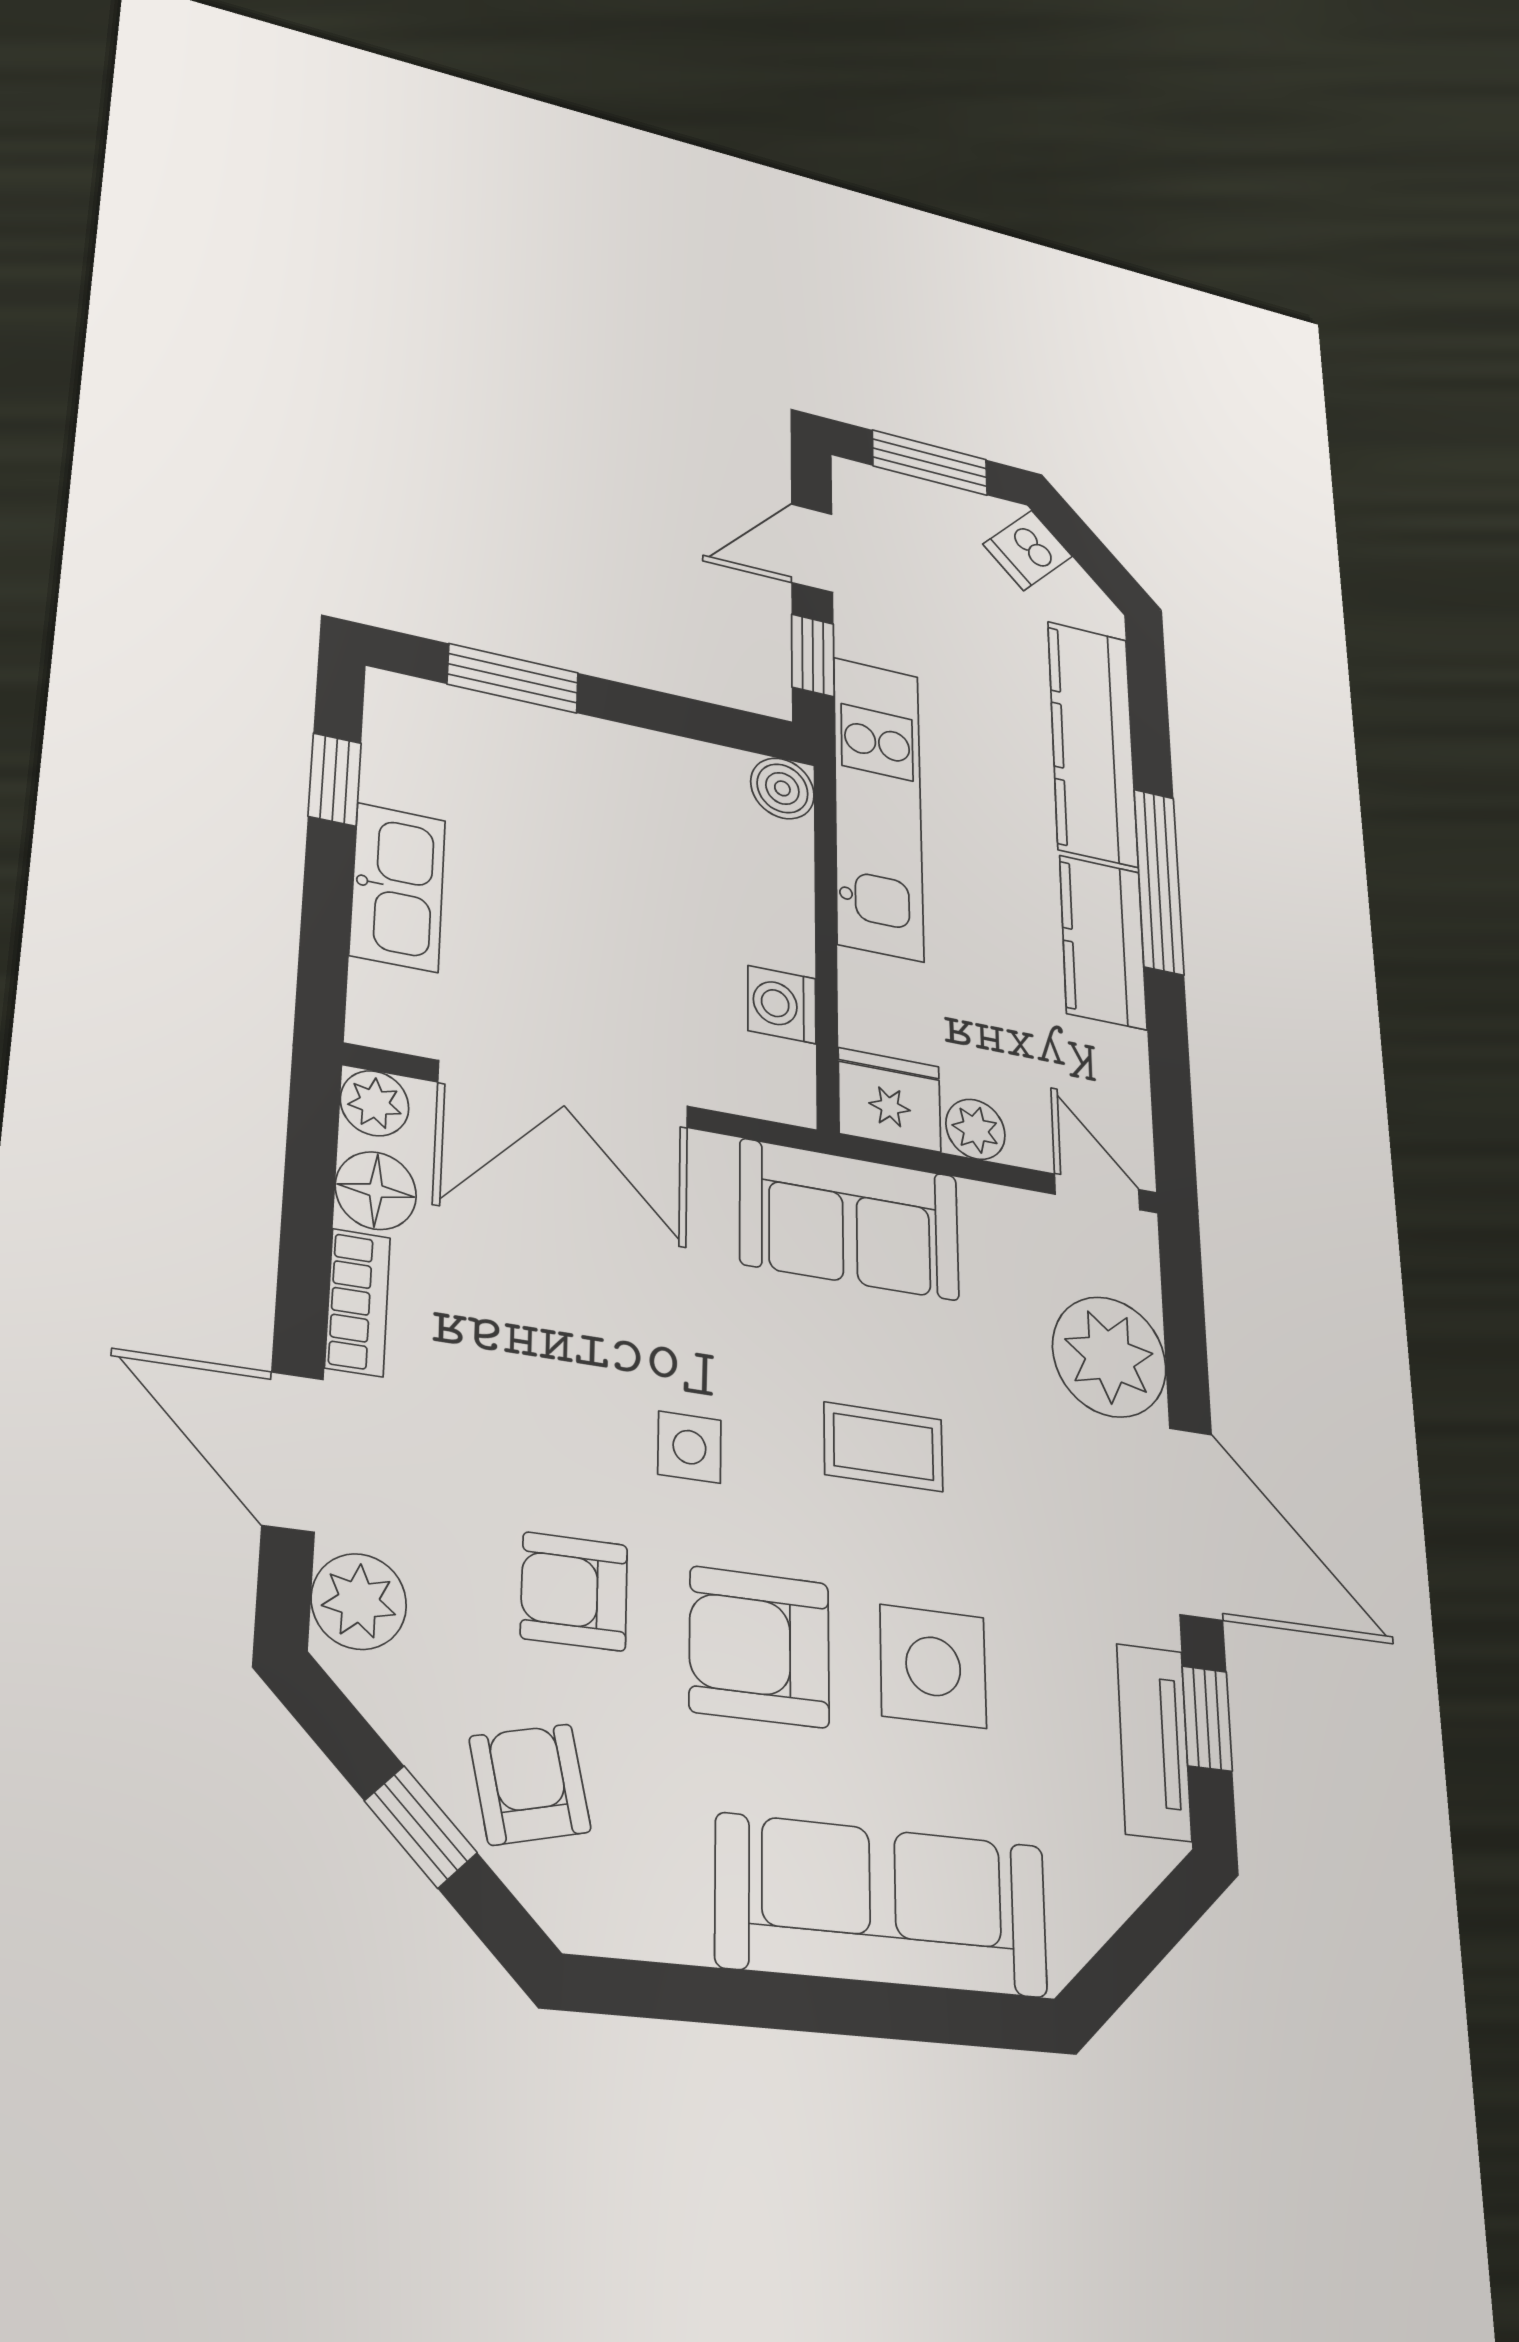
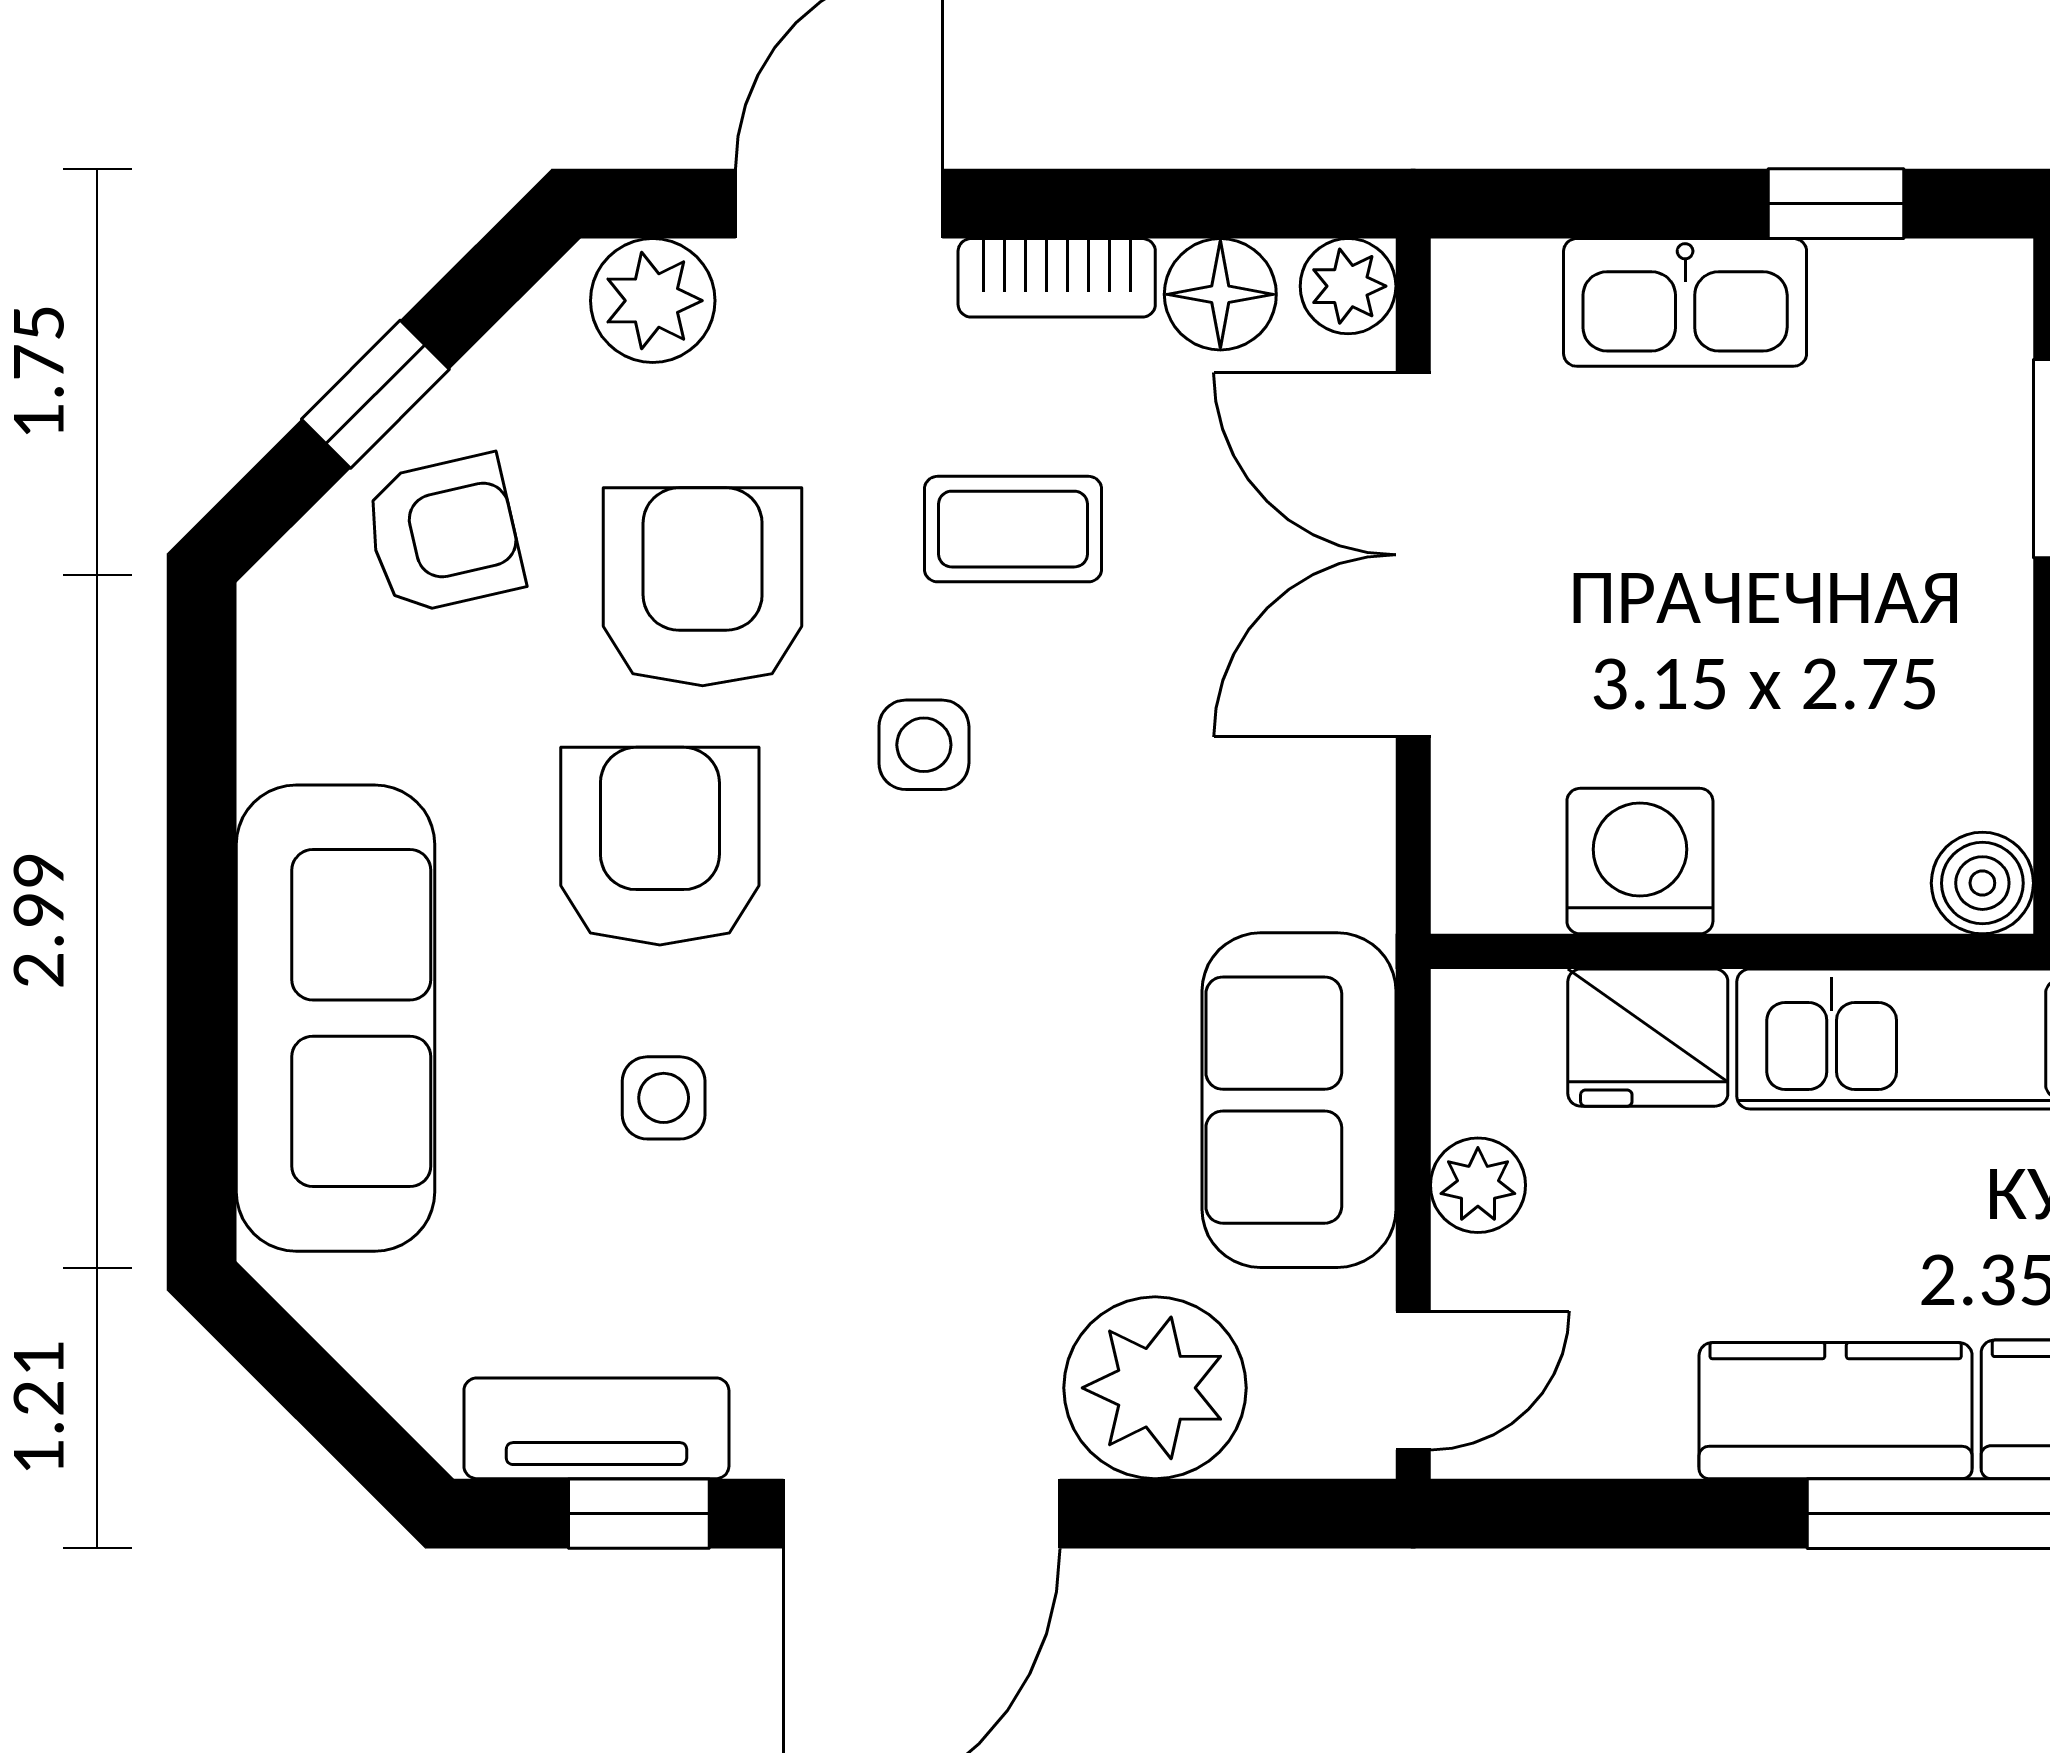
washing machine: (782, 1005) -> (1640, 861), width x1.38, depth x1.38
fridge: (889, 1100) -> (1648, 1038), moved, turned 90
sofa: (850, 1220) -> (1299, 1100), moved
coffee table: (884, 1447) -> (1013, 529), moved, turned 90
armchair: (574, 1591) -> (703, 587), width x1.38, depth x1.38
side table: (933, 1666) -> (664, 1098), width x0.54, depth x0.54

